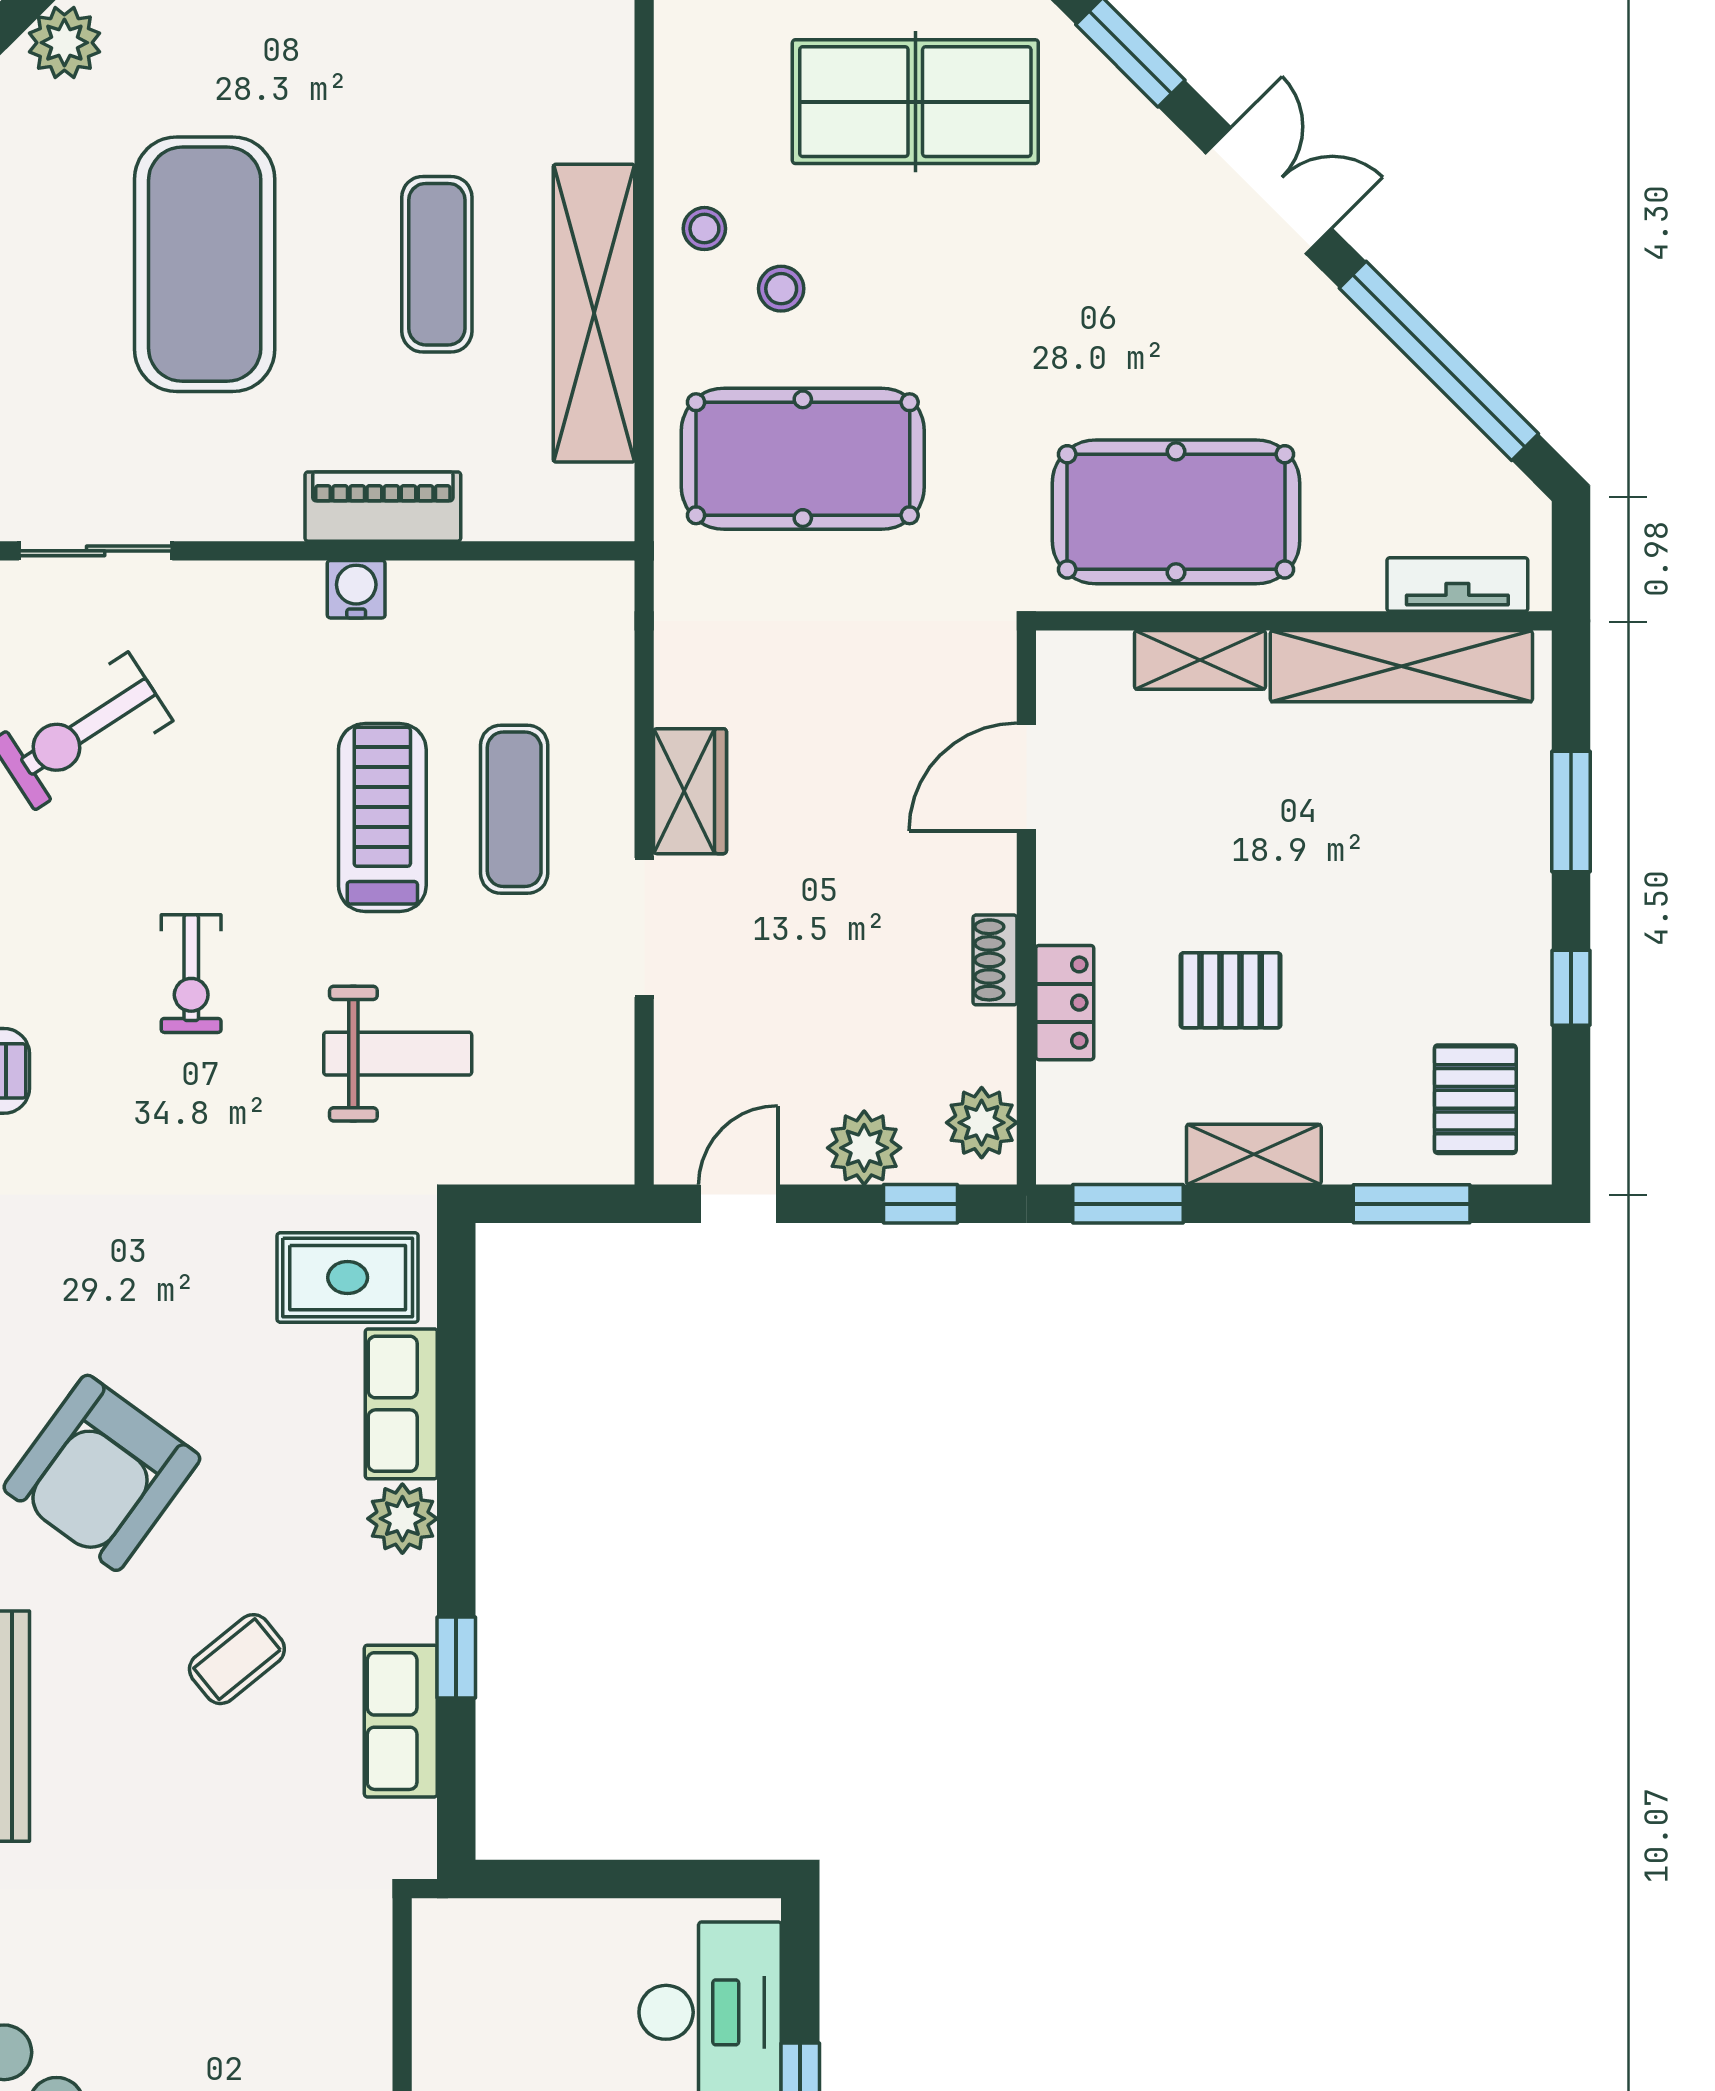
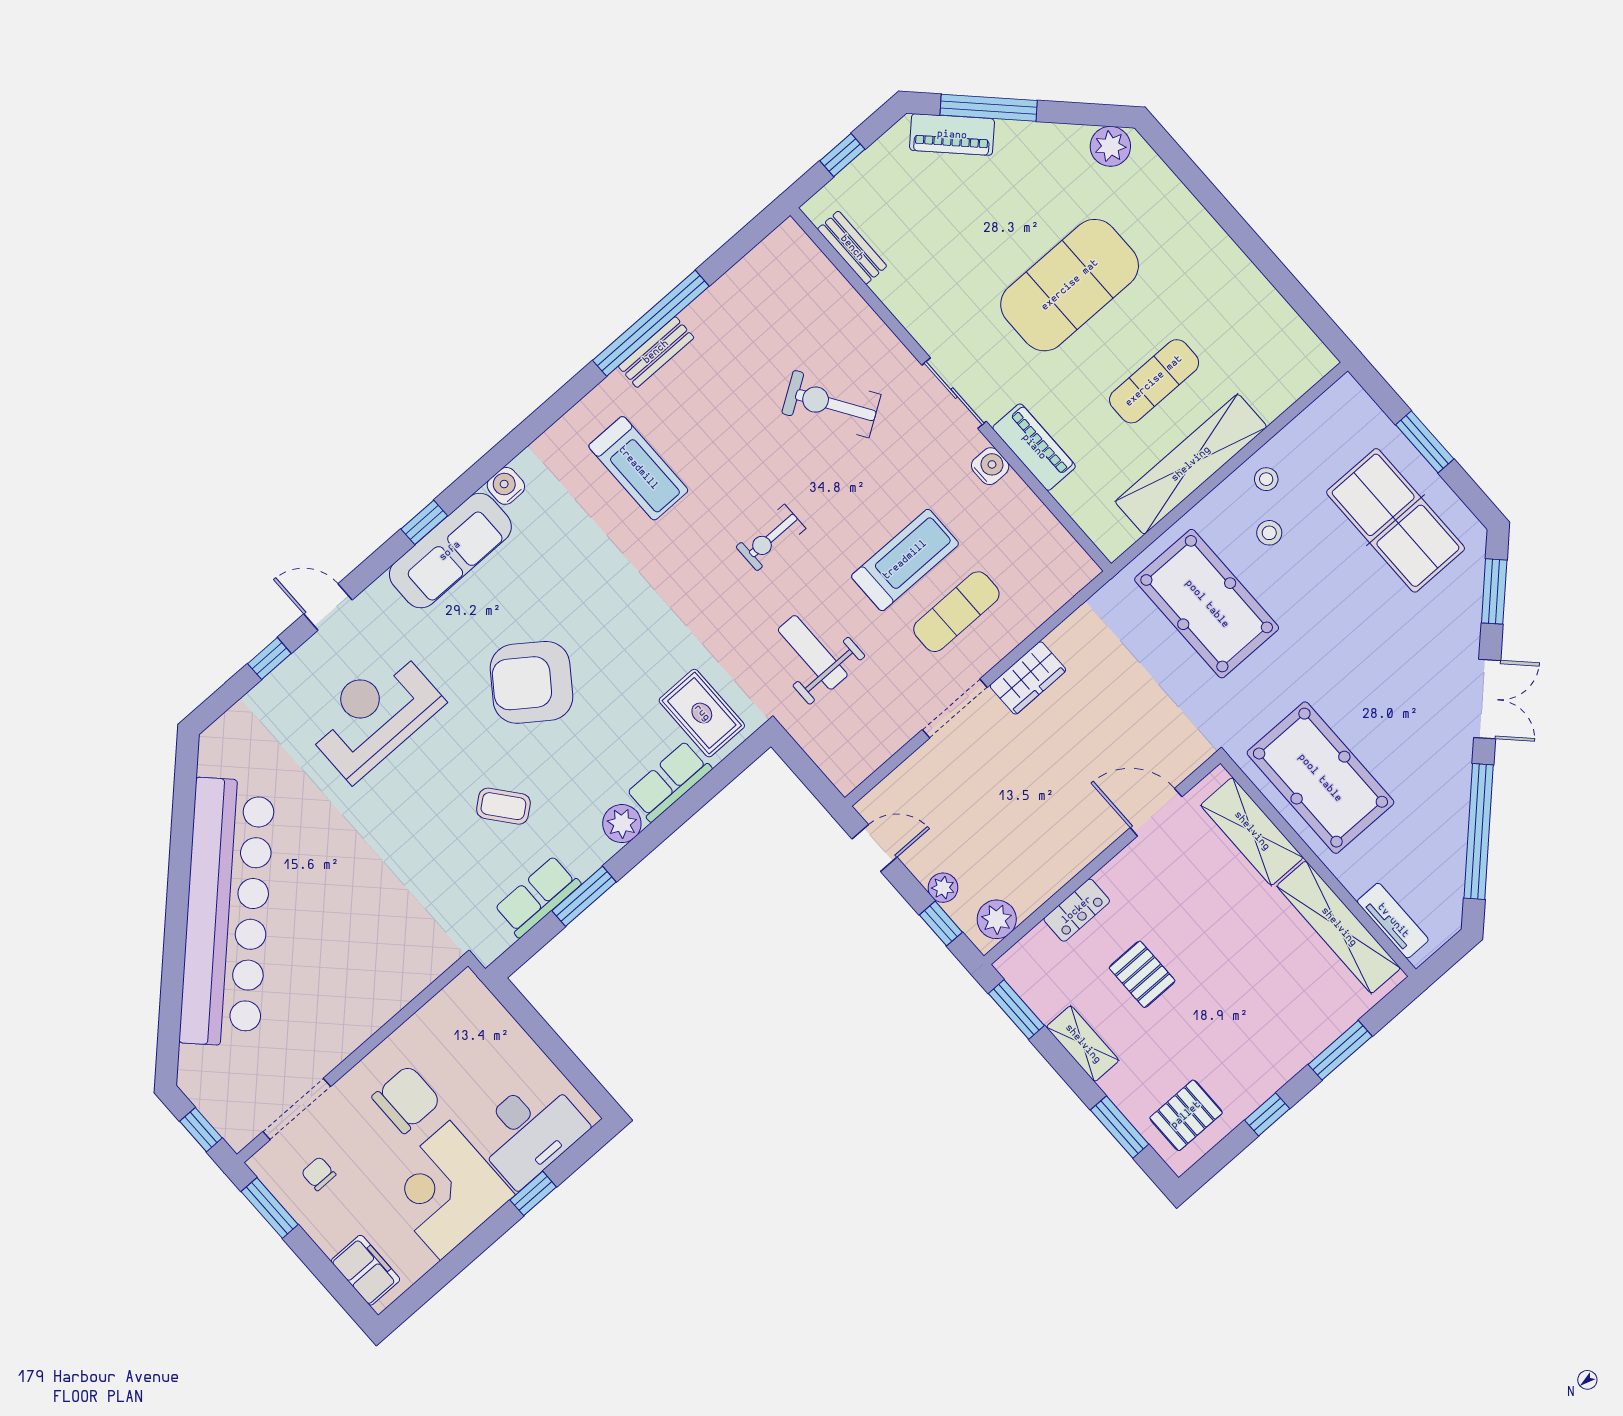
sliding door: (96, 551) -> (954, 393), moved
shelving: (1200, 660) -> (1252, 831), width x1.50, depth x1.33
shoe rack: (995, 960) -> (1069, 866), removed
weight bench: (398, 1054) -> (813, 652), turned 180
plant: (864, 1148) -> (943, 888), width x0.73, depth x0.73
window: (456, 1657) -> (584, 896), width x1.50

